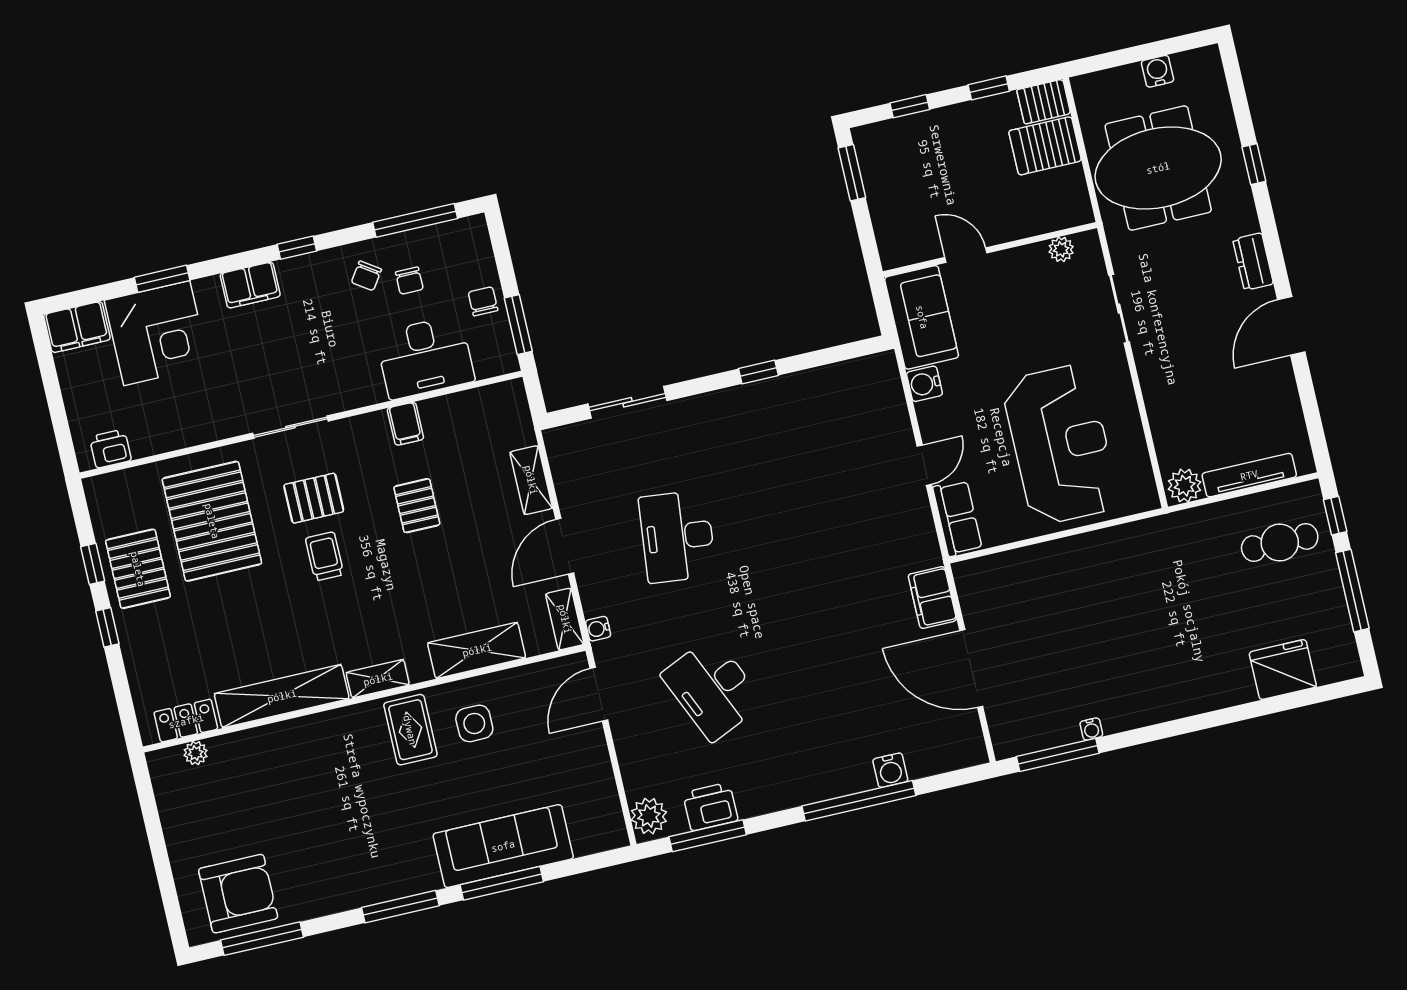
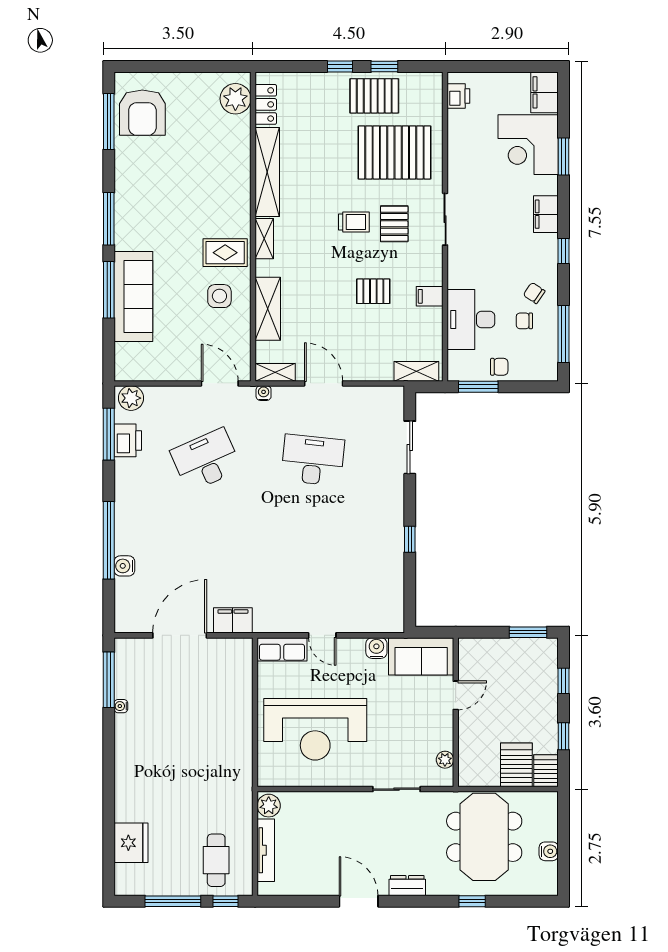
shelving: (531, 480) -> (416, 371), moved
plant: (196, 753) -> (235, 99), width x1.88, depth x1.88

